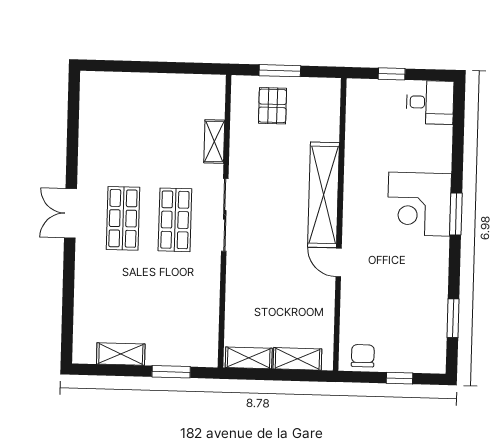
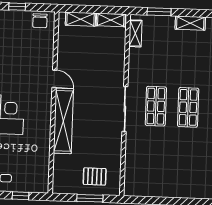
pallet: (273, 106) -> (95, 176), turned 90
shelving: (214, 142) -> (135, 33), moved

